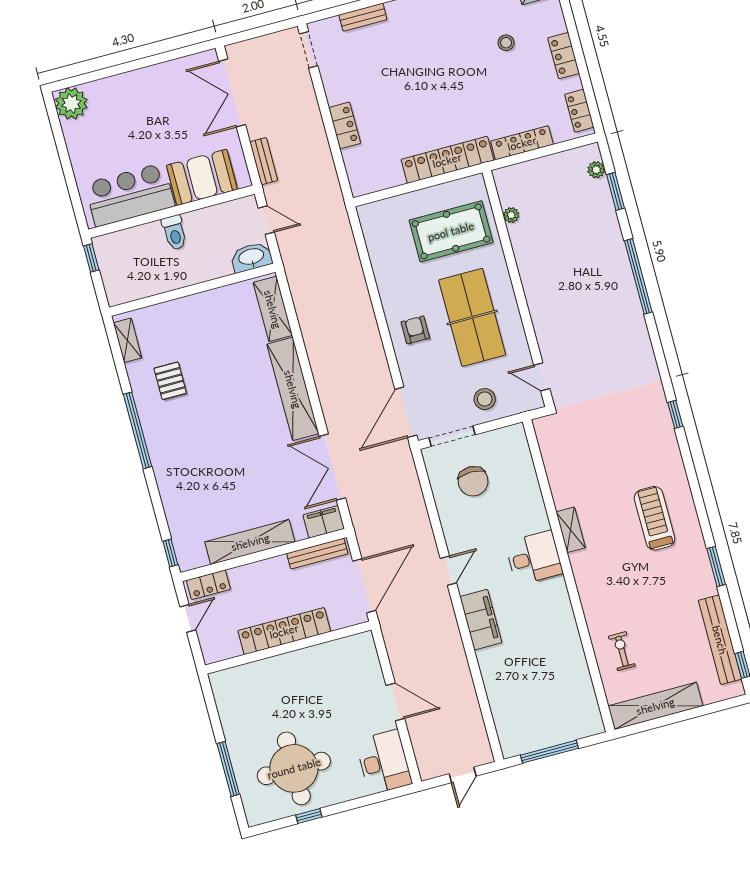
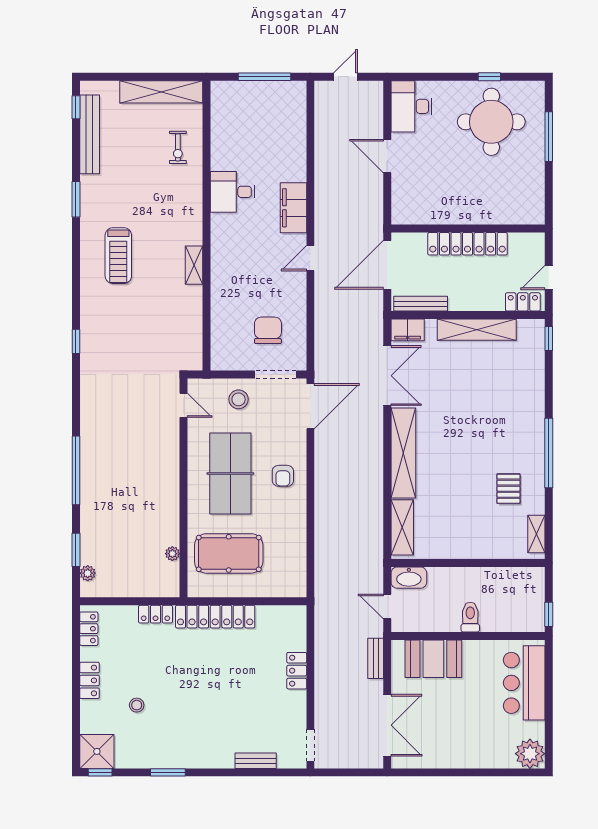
locker: (522, 143) -> (155, 614), width x0.66
bar counter: (130, 195) -> (524, 683), moved, turned 90
desk: (534, 558) -> (233, 192), moved

